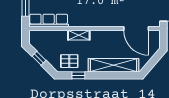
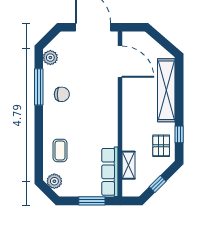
door: (136, 28) -> (120, 62), hinge flipped
shelving: (79, 35) -> (128, 165), moved

